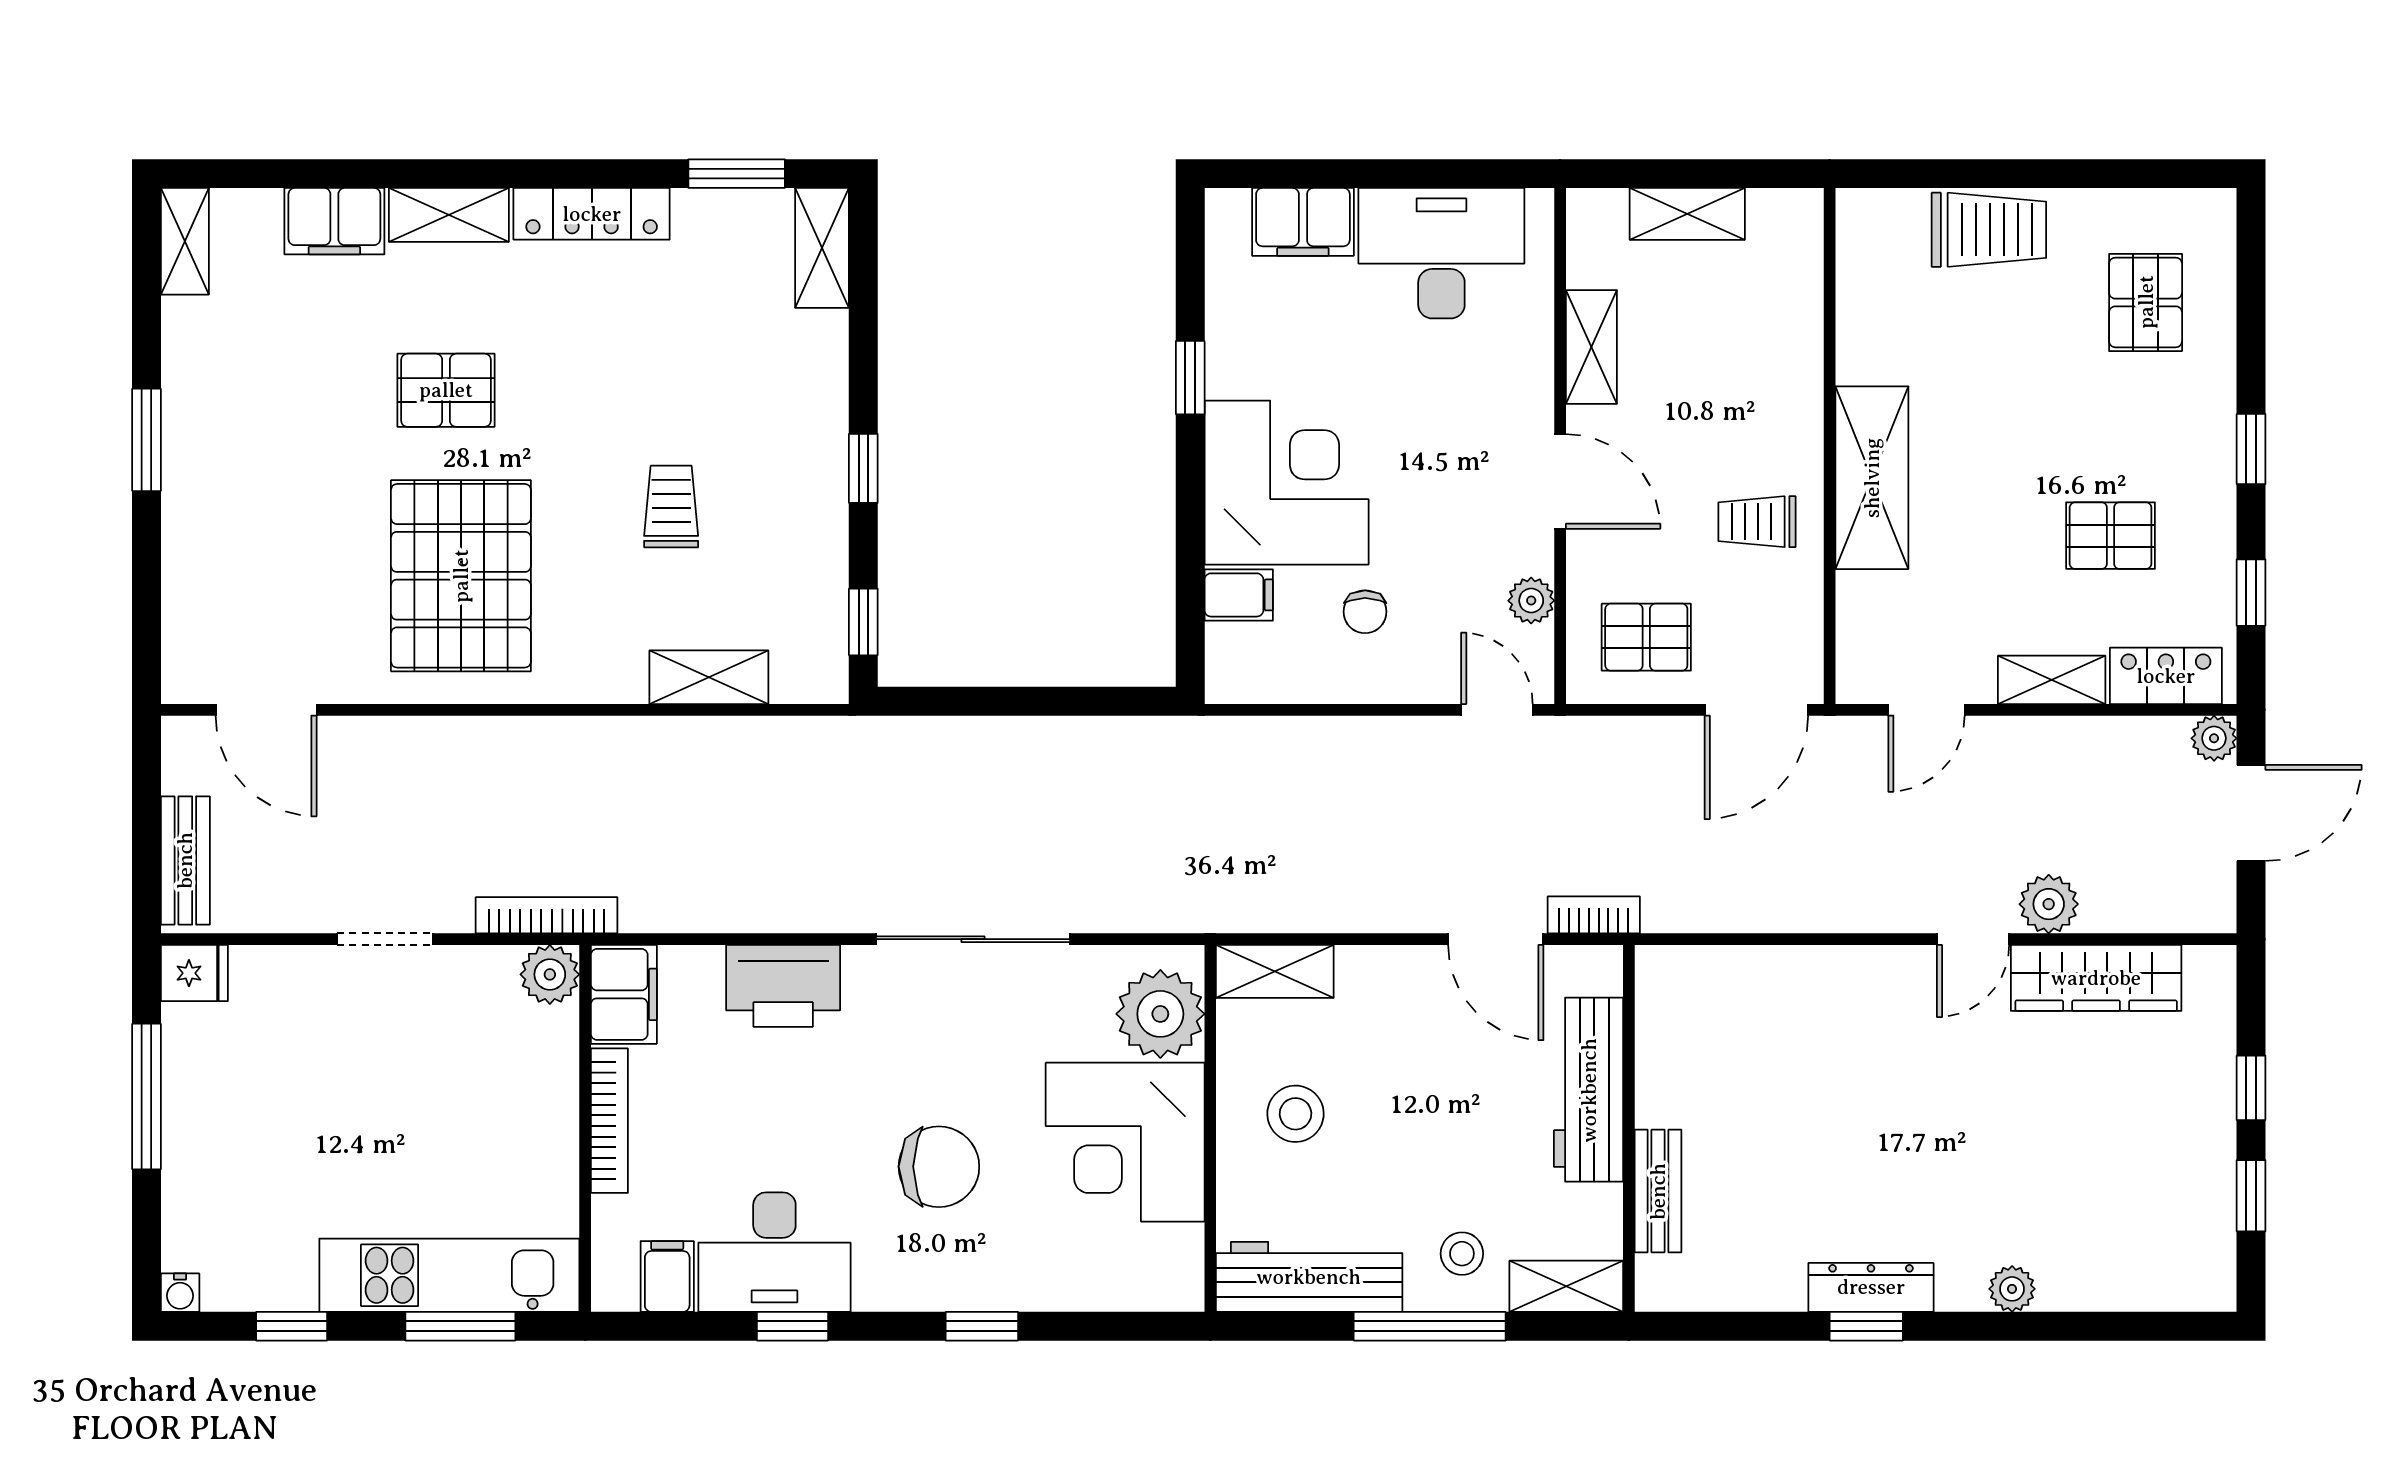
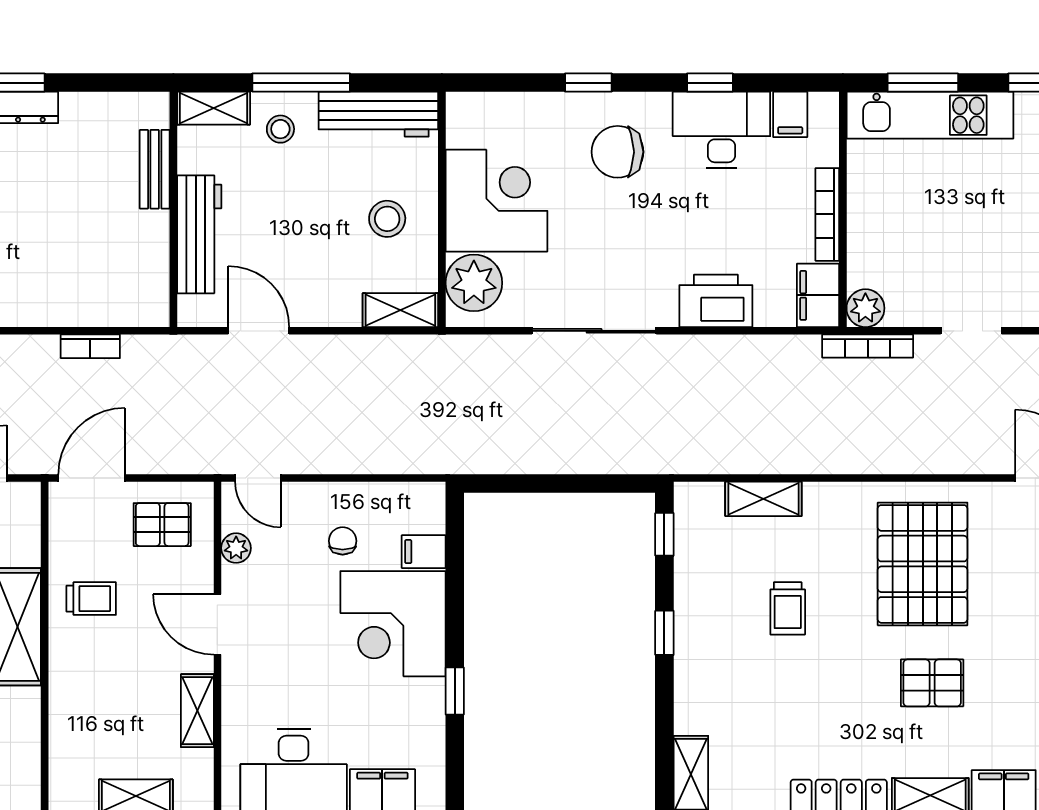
bookcase: (1594, 915) -> (90, 346), moved
chair: (939, 1167) -> (618, 152), moved

